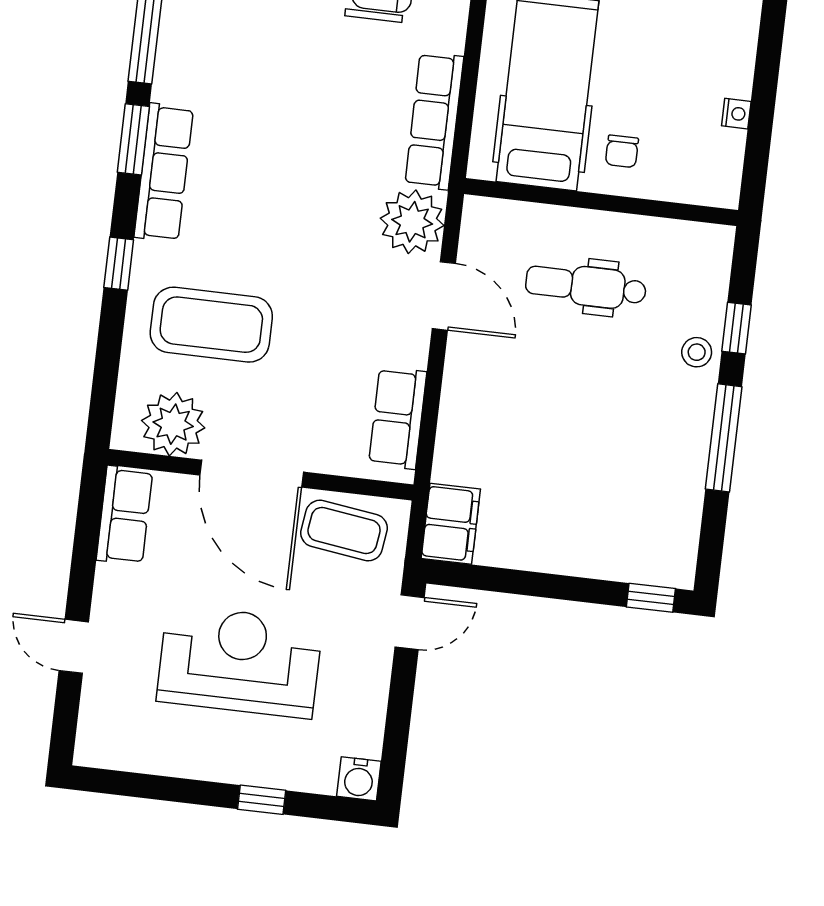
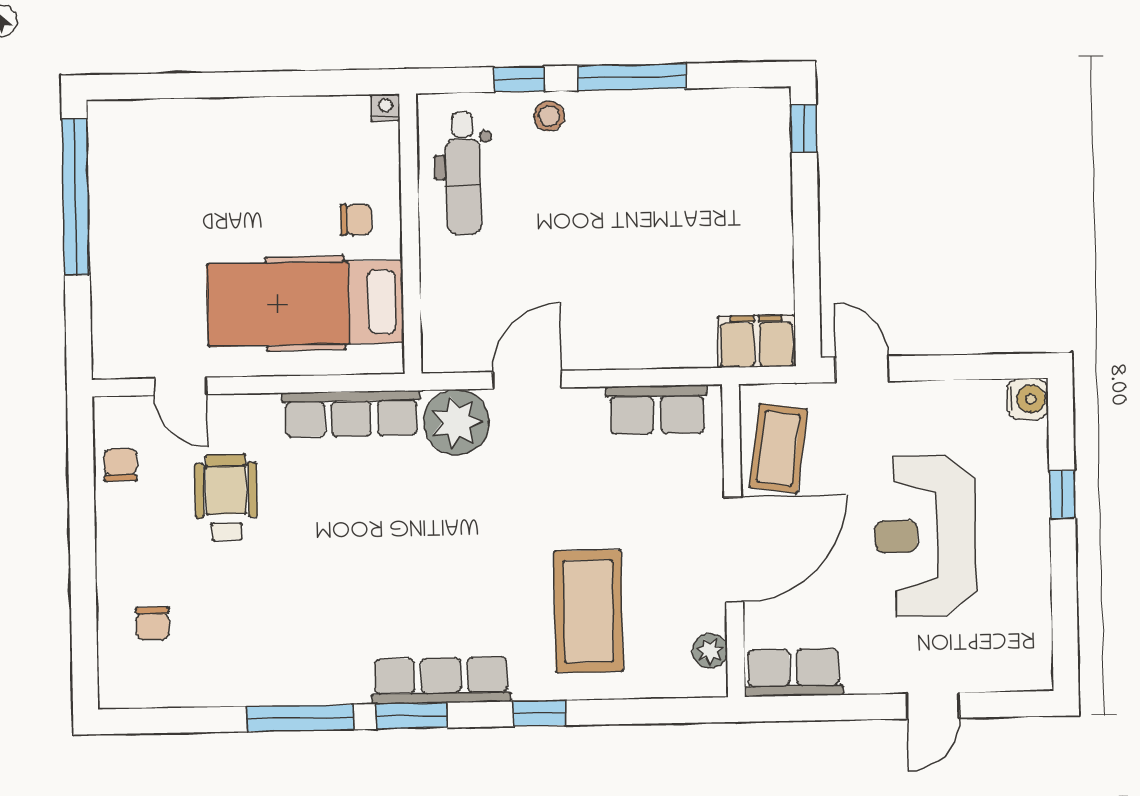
nightstand: (736, 114) -> (385, 108), moved
dental chair: (586, 286) -> (463, 173), moved
plant: (173, 424) -> (710, 651), width x0.53, depth x0.53

